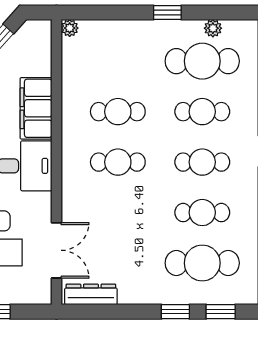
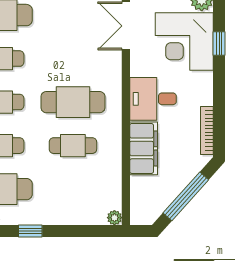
cafe table: (118, 162) -> (73, 102), width x1.37, depth x1.35

